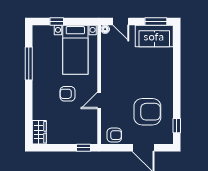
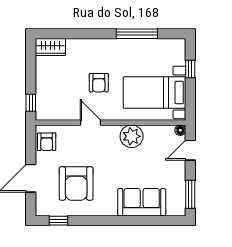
sofa: (154, 36) -> (142, 202), moved, turned 90
plant: (110, 68) -> (132, 136), added
armchair: (68, 94) -> (99, 83), turned 180

